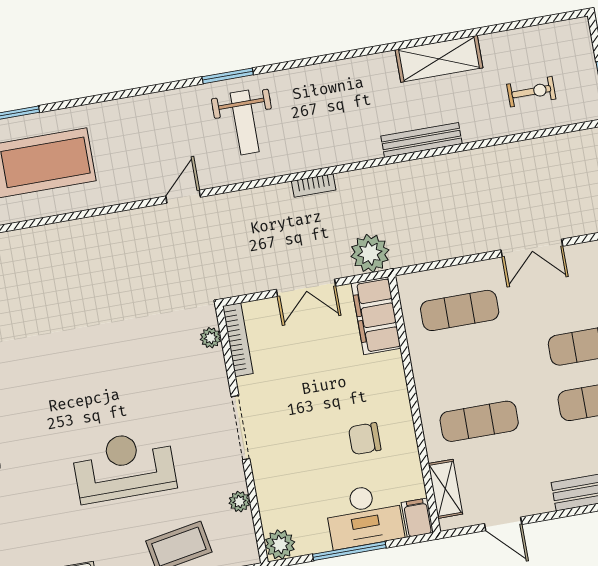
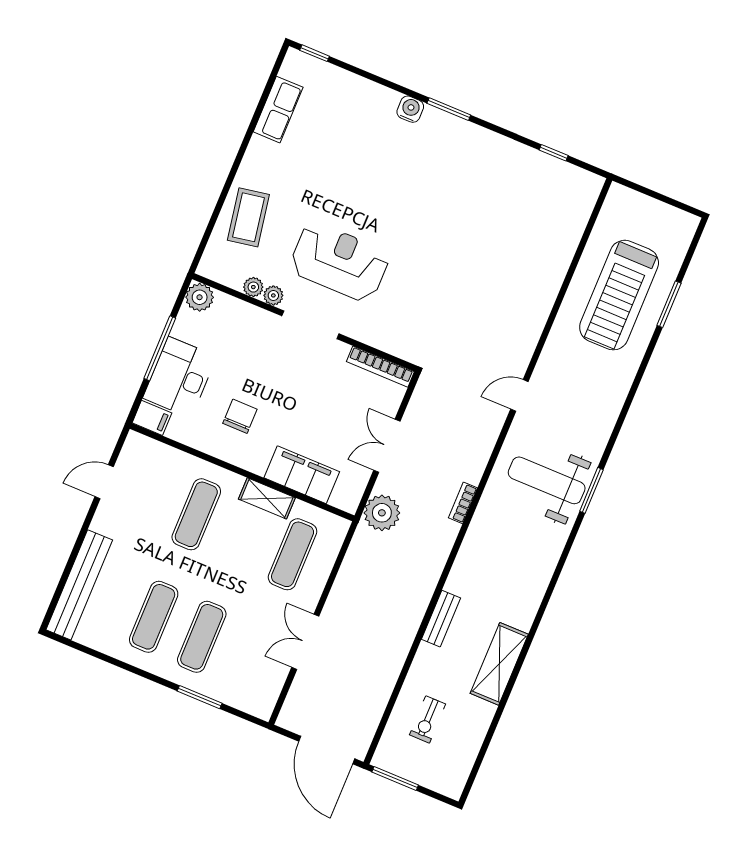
weight bench: (245, 122) -> (547, 480), width x1.36, depth x1.33
bench: (422, 140) -> (441, 619), width x0.73
door: (183, 197) -> (519, 395), swing flipped
filing cabinet: (376, 316) -> (302, 475), moved
plant: (211, 338) -> (273, 295), moved
reception desk: (124, 466) -> (339, 262), moved, turned -90
shelving: (445, 489) -> (267, 498), moved

